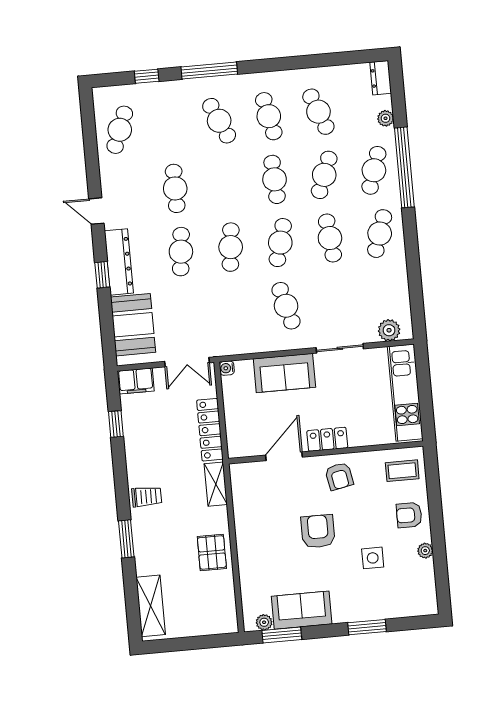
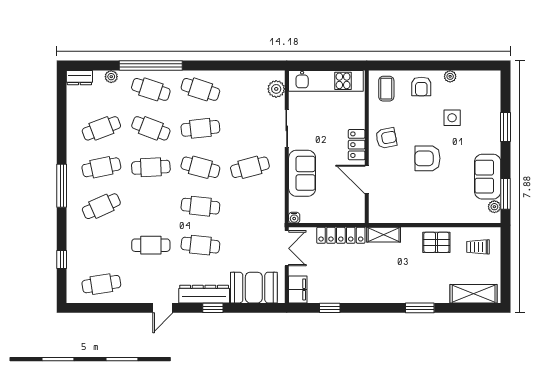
window: (209, 71) -> (62, 186), moved
cafe table: (120, 130) -> (101, 284), turned -30
trolley: (147, 497) -> (478, 247), moved, turned -90

